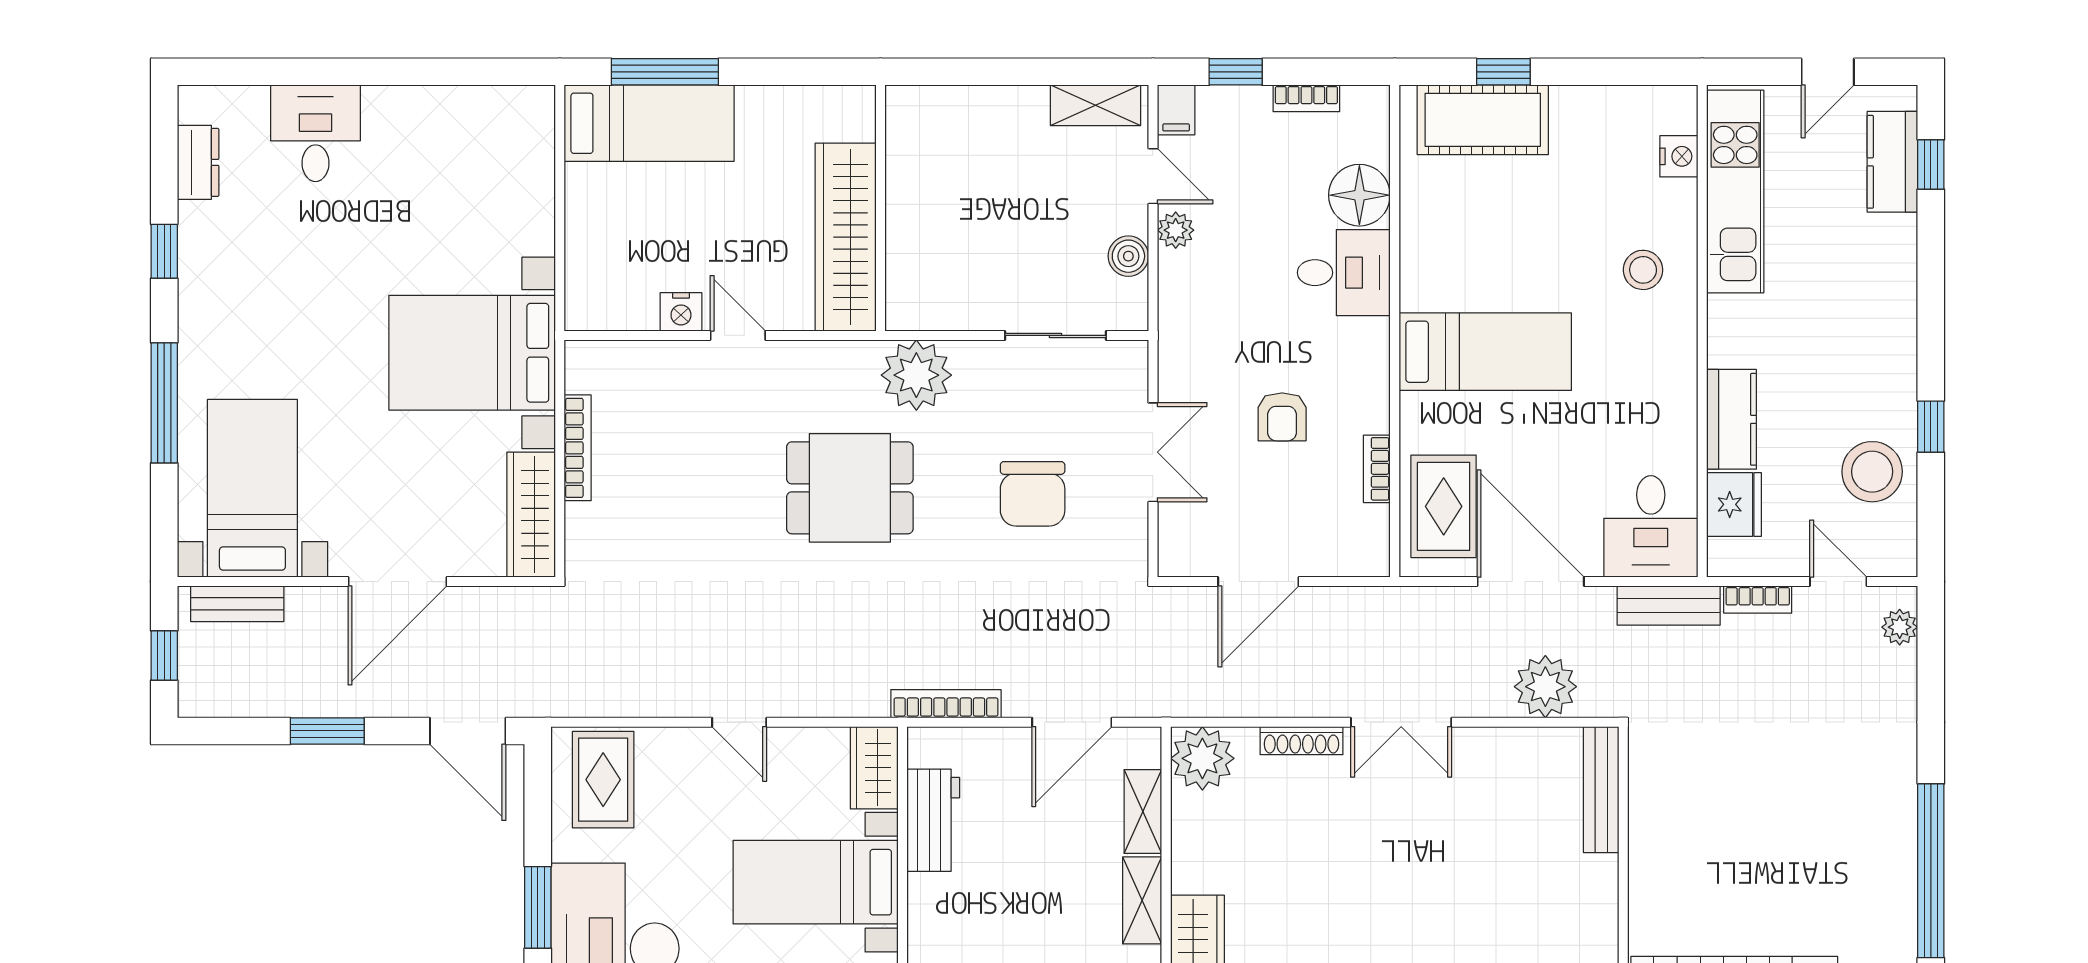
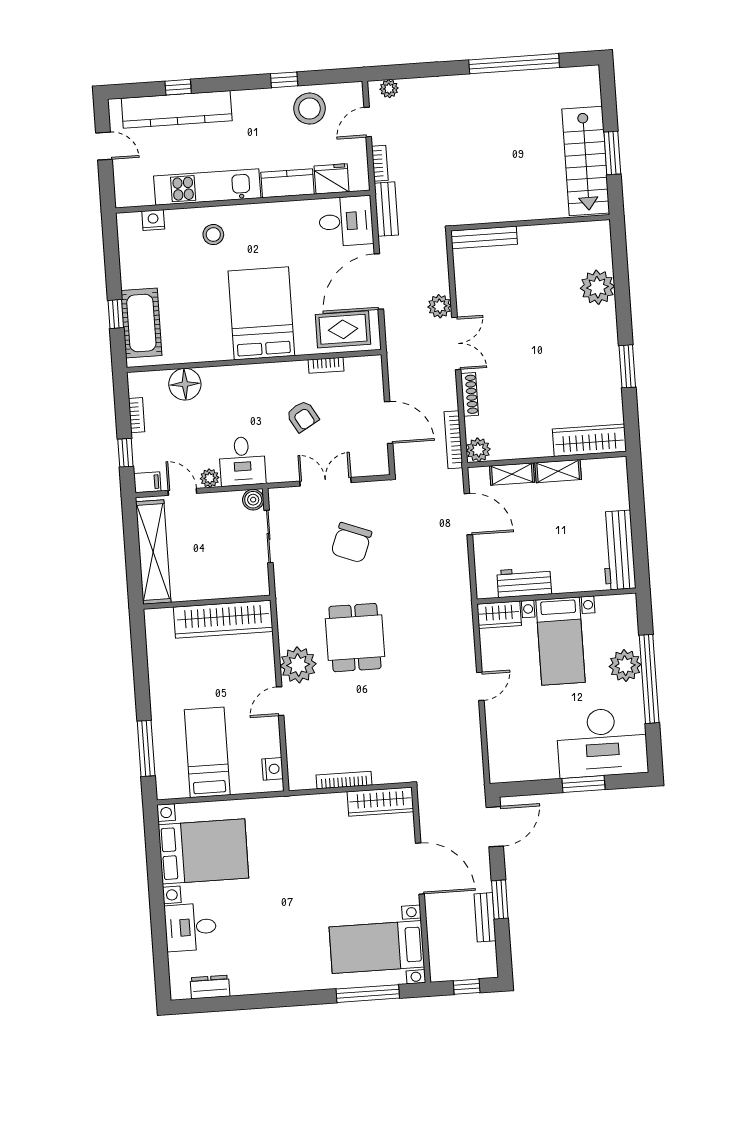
shelving: (1095, 105) -> (153, 552), width x2.20, depth x1.33
bed: (649, 123) -> (207, 752), moved
kitchen counter: (1892, 162) -> (177, 109), width x2.08, depth x1.17
window: (1931, 165) -> (178, 87), moved
door: (1153, 176) -> (182, 492), hinge flipped
kitchen unit: (1735, 192) -> (207, 187), moved
wall: (880, 208) -> (207, 602), moved
wardrobe: (846, 237) -> (223, 619), moved
window: (164, 251) -> (257, 1001), removed
boiler: (1128, 256) -> (253, 500), moved
desk: (1344, 273) -> (242, 461), moved, turned 180
nightstand: (681, 312) -> (273, 769), moved
bed: (1485, 352) -> (261, 313), width x1.50
bed with nightstands: (472, 353) -> (204, 851), moved, turned -90
plant: (916, 375) -> (298, 665), moved
window: (164, 403) -> (368, 994), moved
armchair: (1282, 417) -> (303, 416), turned 60
chair: (1033, 494) -> (351, 543), turned 111
bench: (237, 604) -> (485, 917), moved
plant: (1545, 687) -> (440, 306), moved, width x0.73, depth x0.73
bookcase: (946, 704) -> (453, 440), moved
plant: (1202, 758) -> (478, 450), width x0.73, depth x0.73
rug: (603, 780) -> (515, 755), removed

